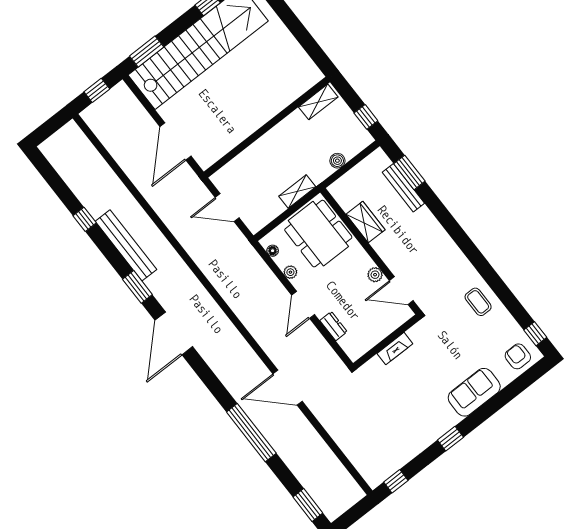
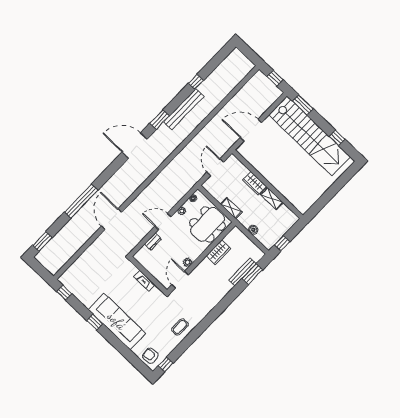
shelving: (318, 102) -> (272, 198), moved
wardrobe: (262, 148) -> (254, 183), added
armchair: (518, 356) -> (150, 356), turned -95
sofa: (474, 392) -> (117, 321), width x1.85, depth x1.27

